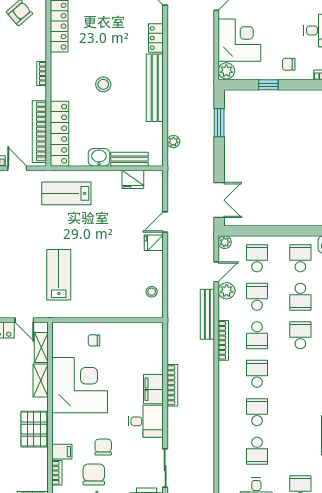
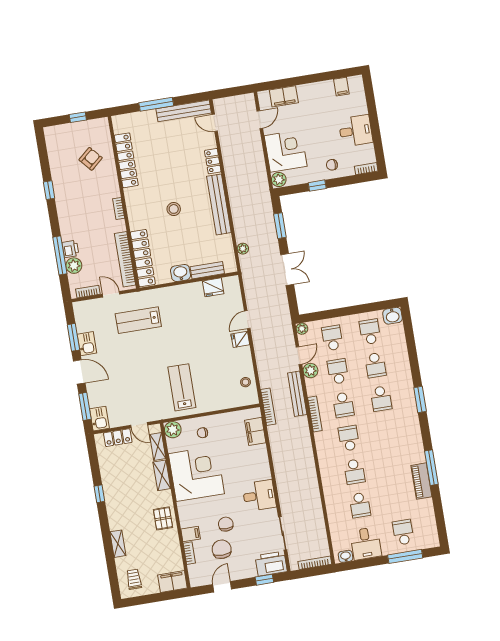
lab bench: (66, 193) -> (138, 320), moved
double door: (219, 200) -> (287, 270), moved
lab bench: (59, 275) -> (182, 387), moved
plant: (61, 331) -> (173, 430), added
school desk: (300, 335) -> (381, 399), turned 180
bookcase: (172, 385) -> (268, 407), moved
filing cabinet: (153, 389) -> (255, 431), moved
school desk: (257, 412) -> (354, 472), turned 180
pallet: (34, 429) -> (163, 518), width x0.67, depth x0.71

